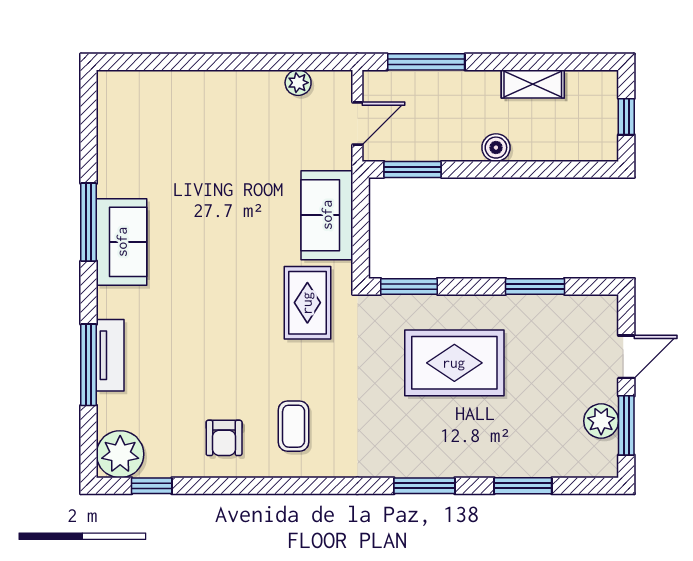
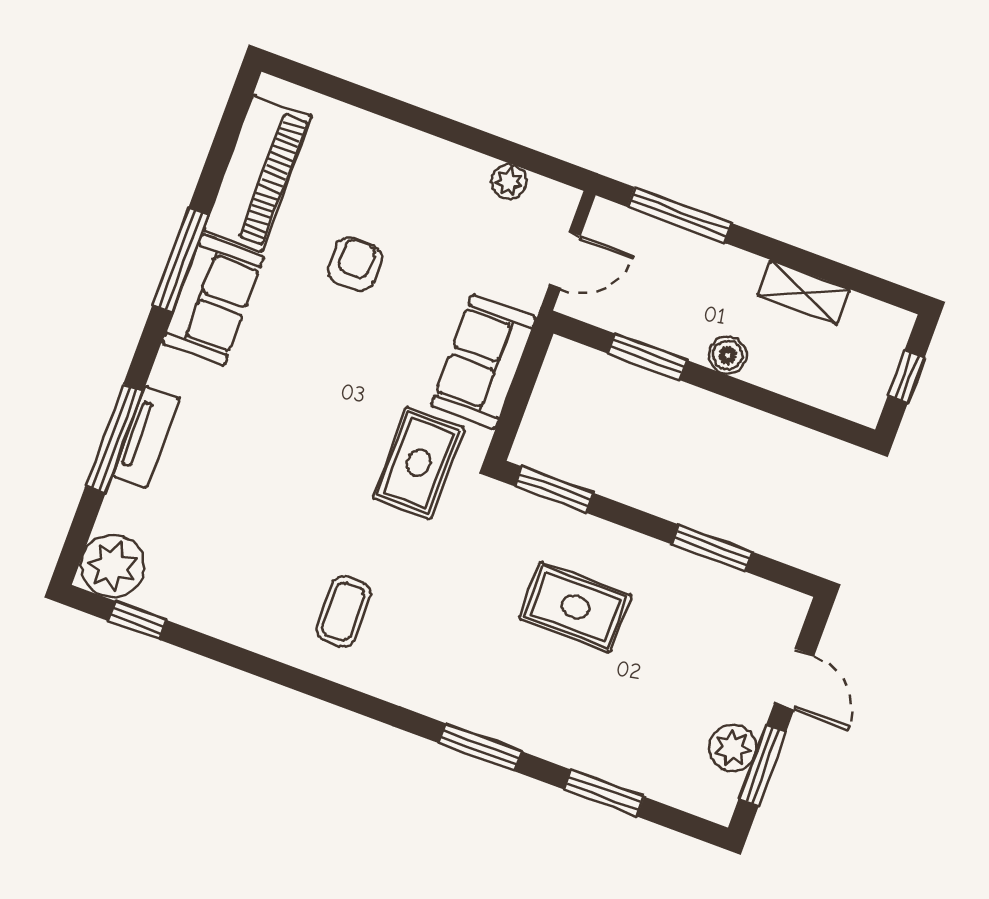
piano: (120, 142) -> (257, 173), added
window: (413, 169) -> (647, 357), moved
door: (626, 357) -> (794, 679), hinge flipped
rug: (454, 363) -> (575, 607), width x0.73, depth x0.70
armchair: (224, 438) -> (355, 264), moved, turned 180

